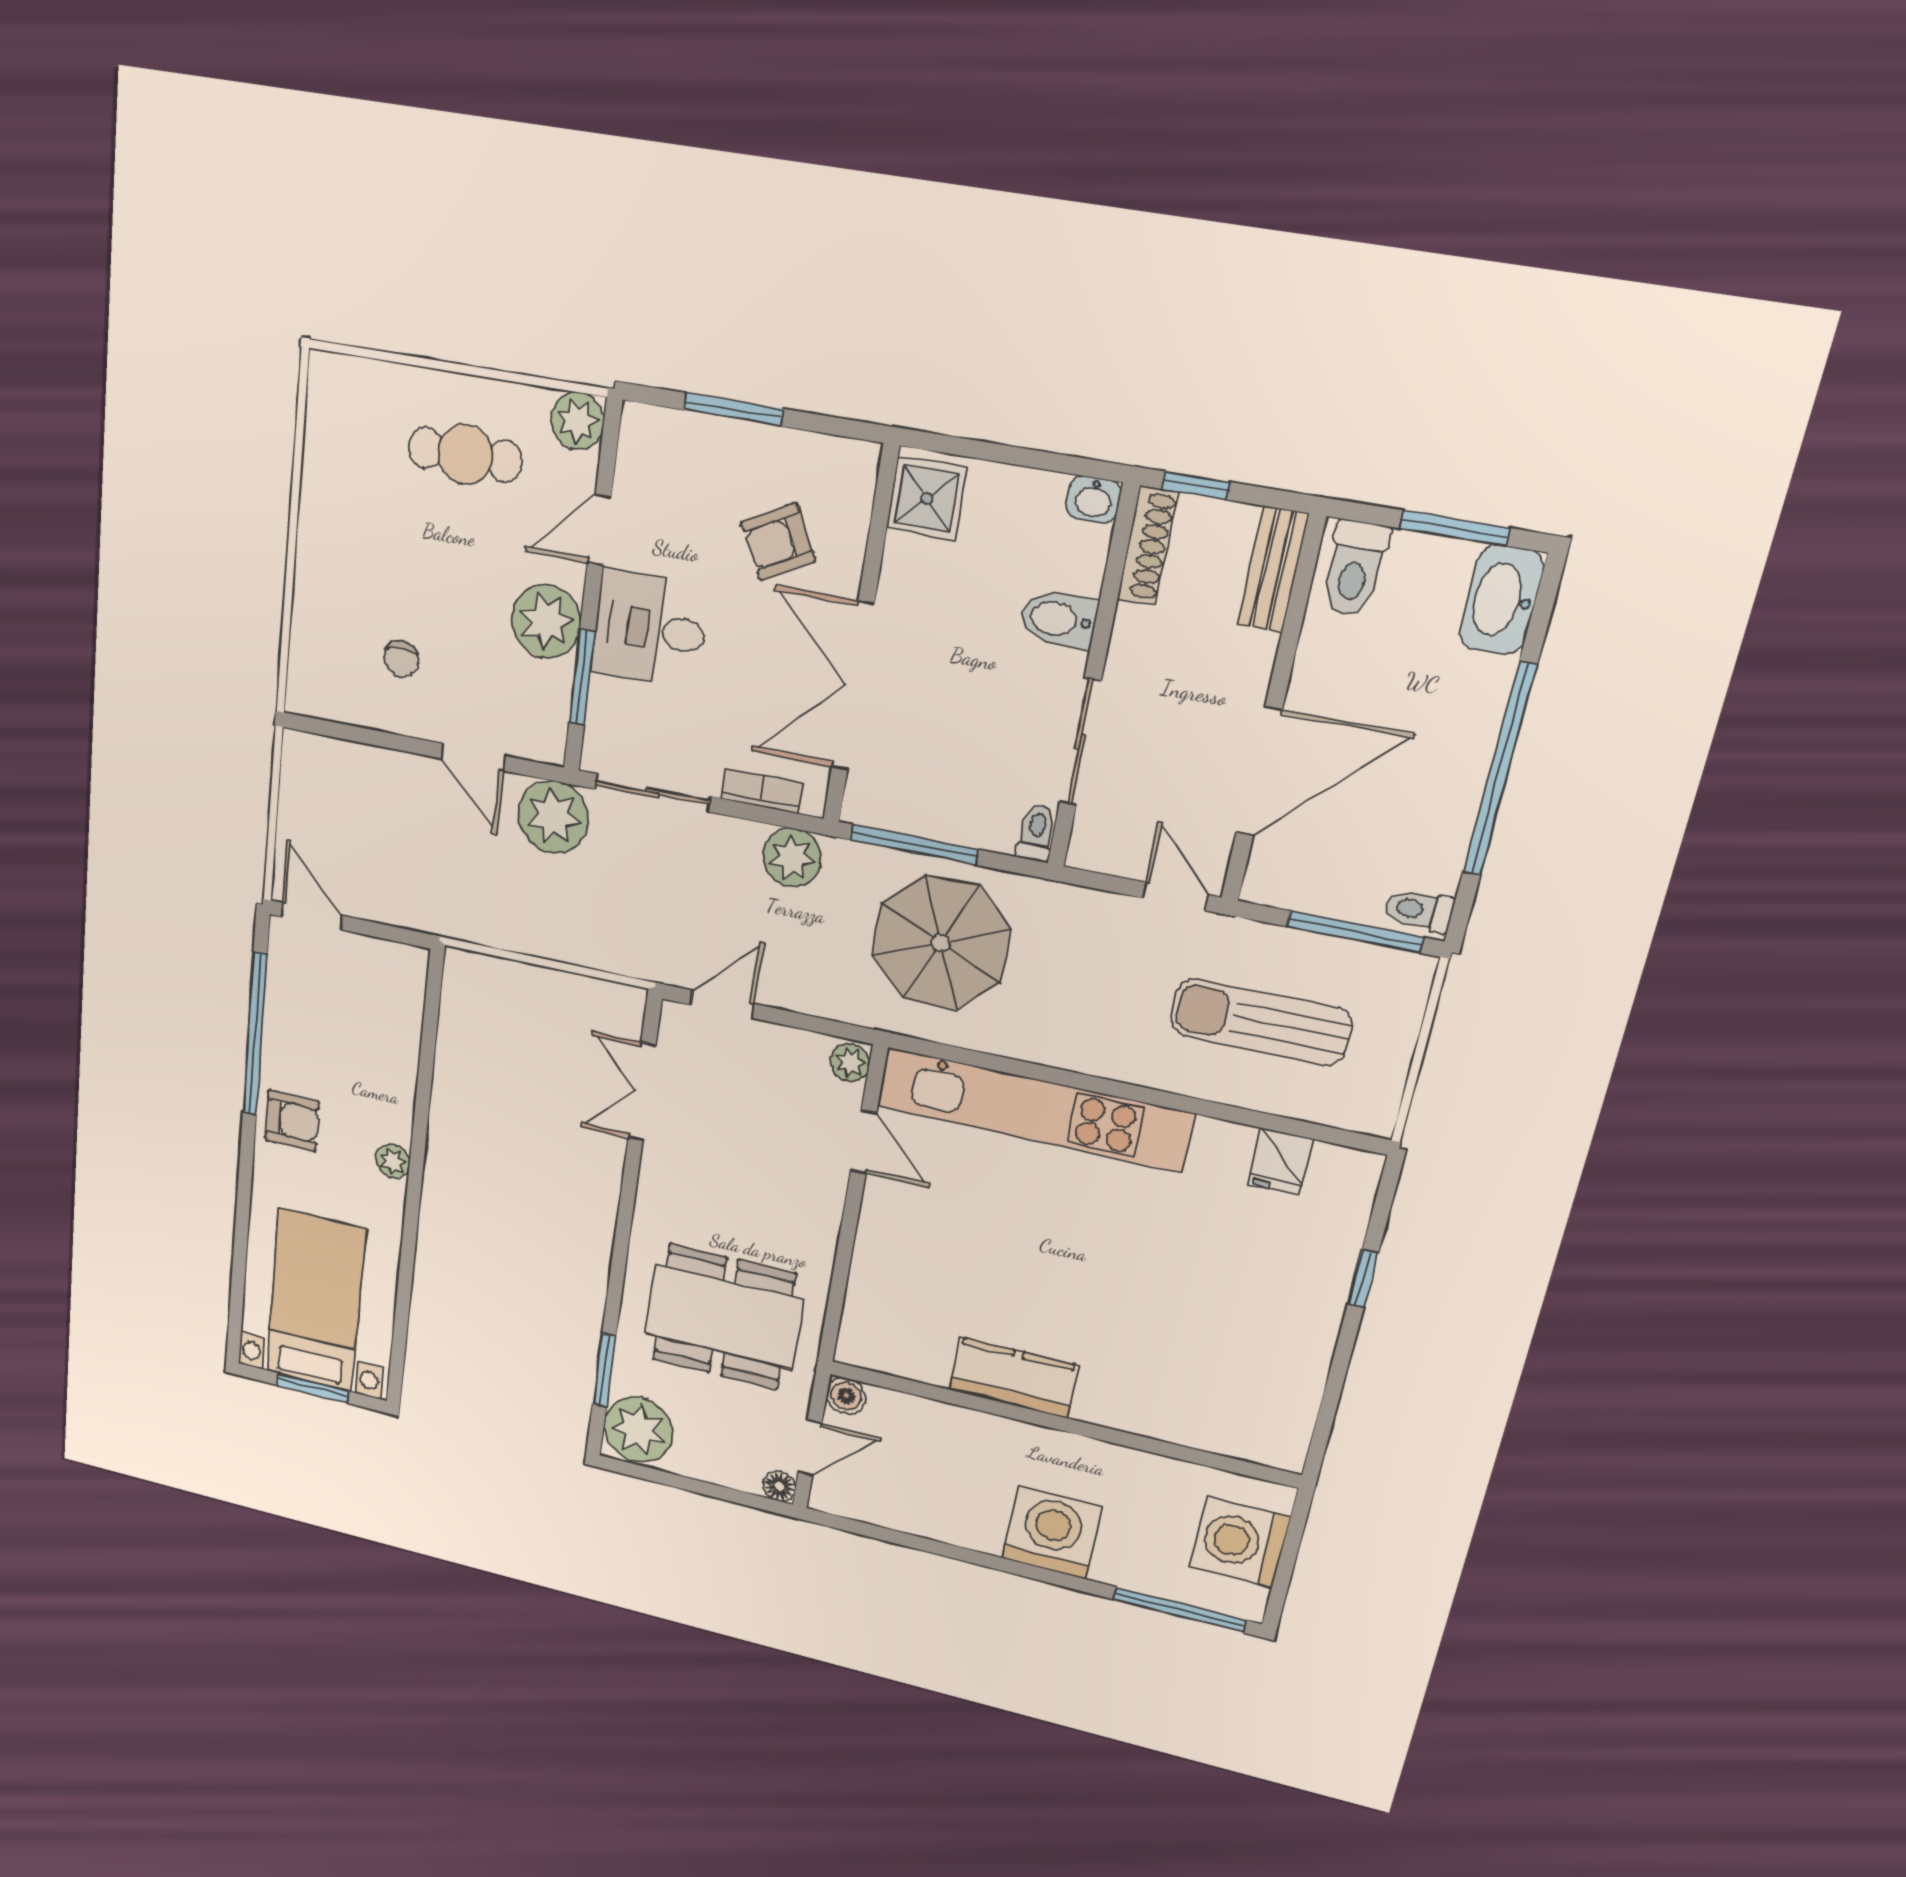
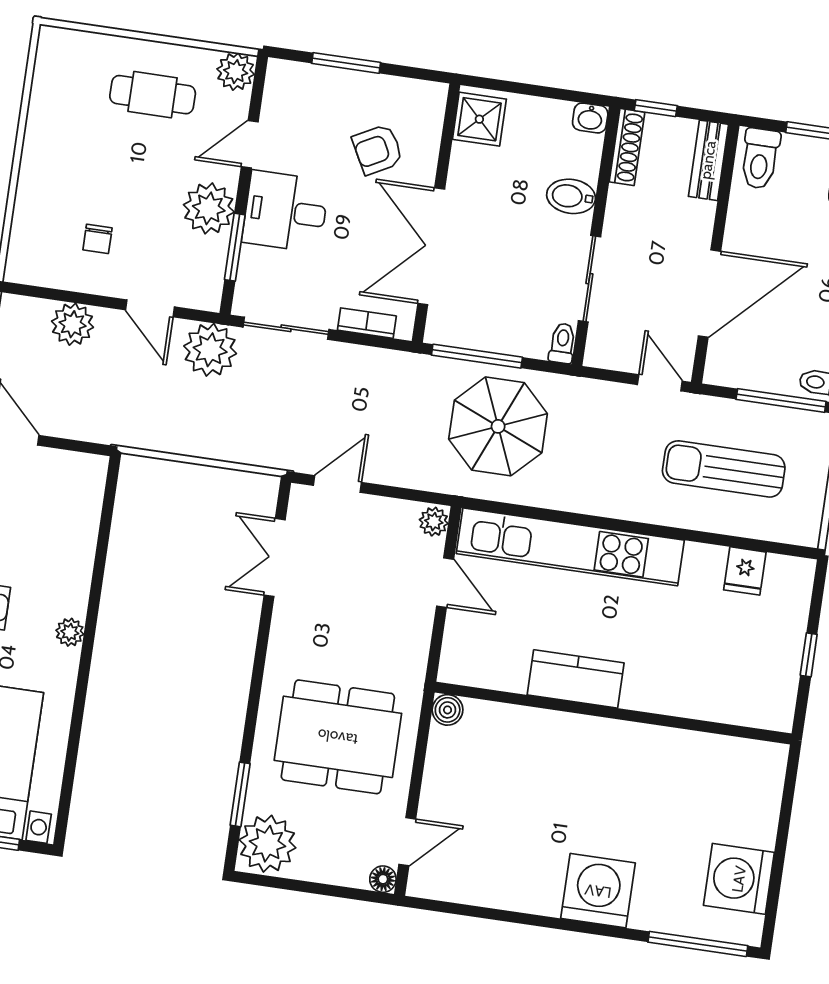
plant: (792, 858) -> (73, 324), moved
kitchen counter: (1014, 1378) -> (576, 679), moved
boiler: (846, 1396) -> (448, 710), moved
wall: (1061, 1424) -> (613, 713), moved

